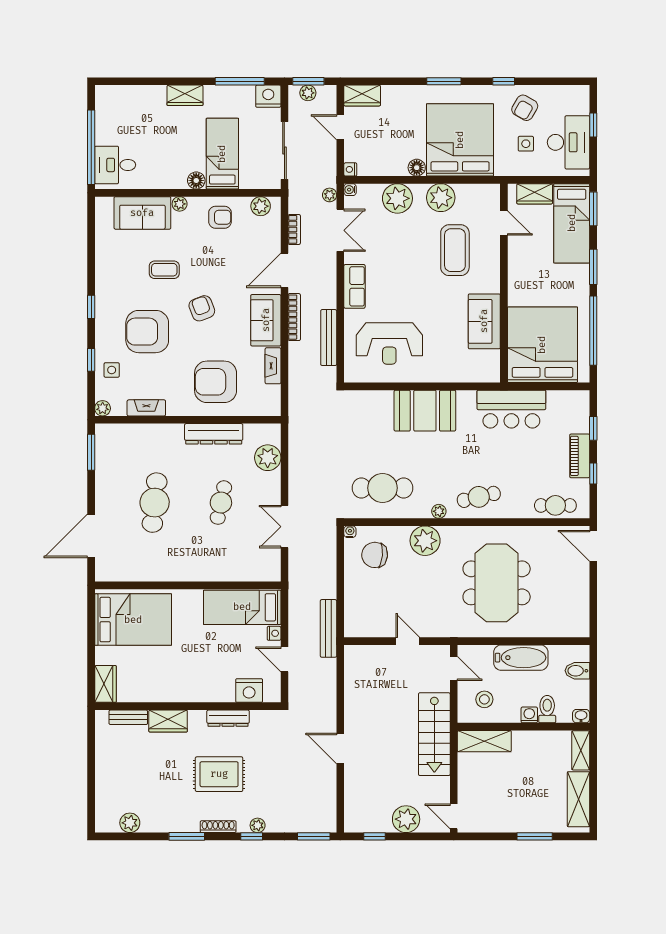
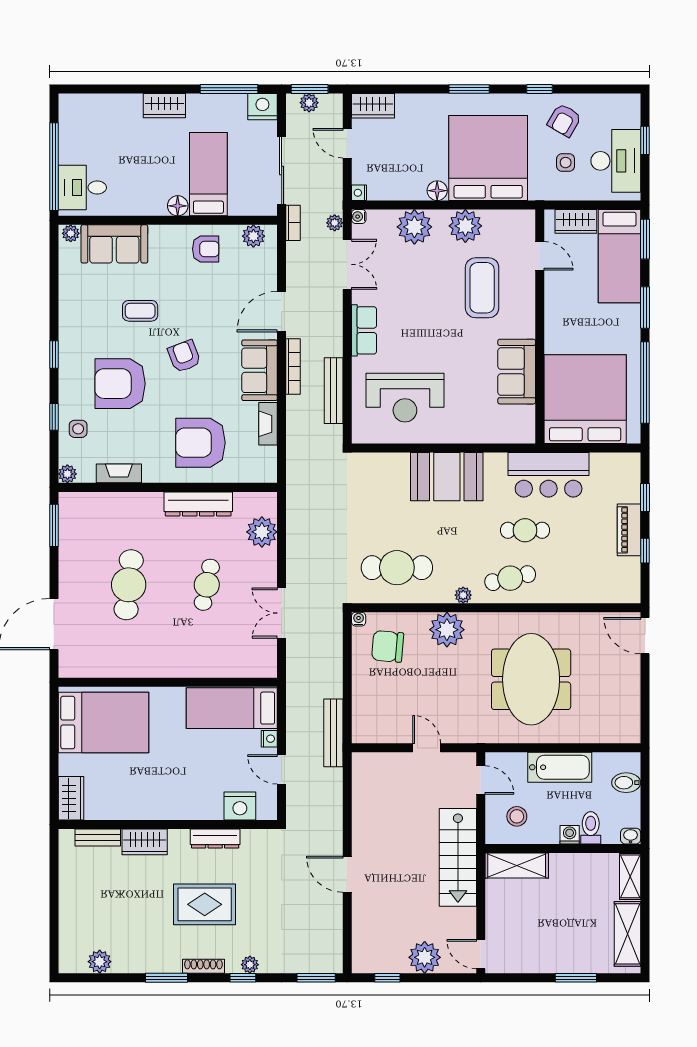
plant: (180, 204) -> (71, 233), moved
bookcase: (294, 229) -> (293, 223), moved
cafe table: (555, 505) -> (525, 530), moved

